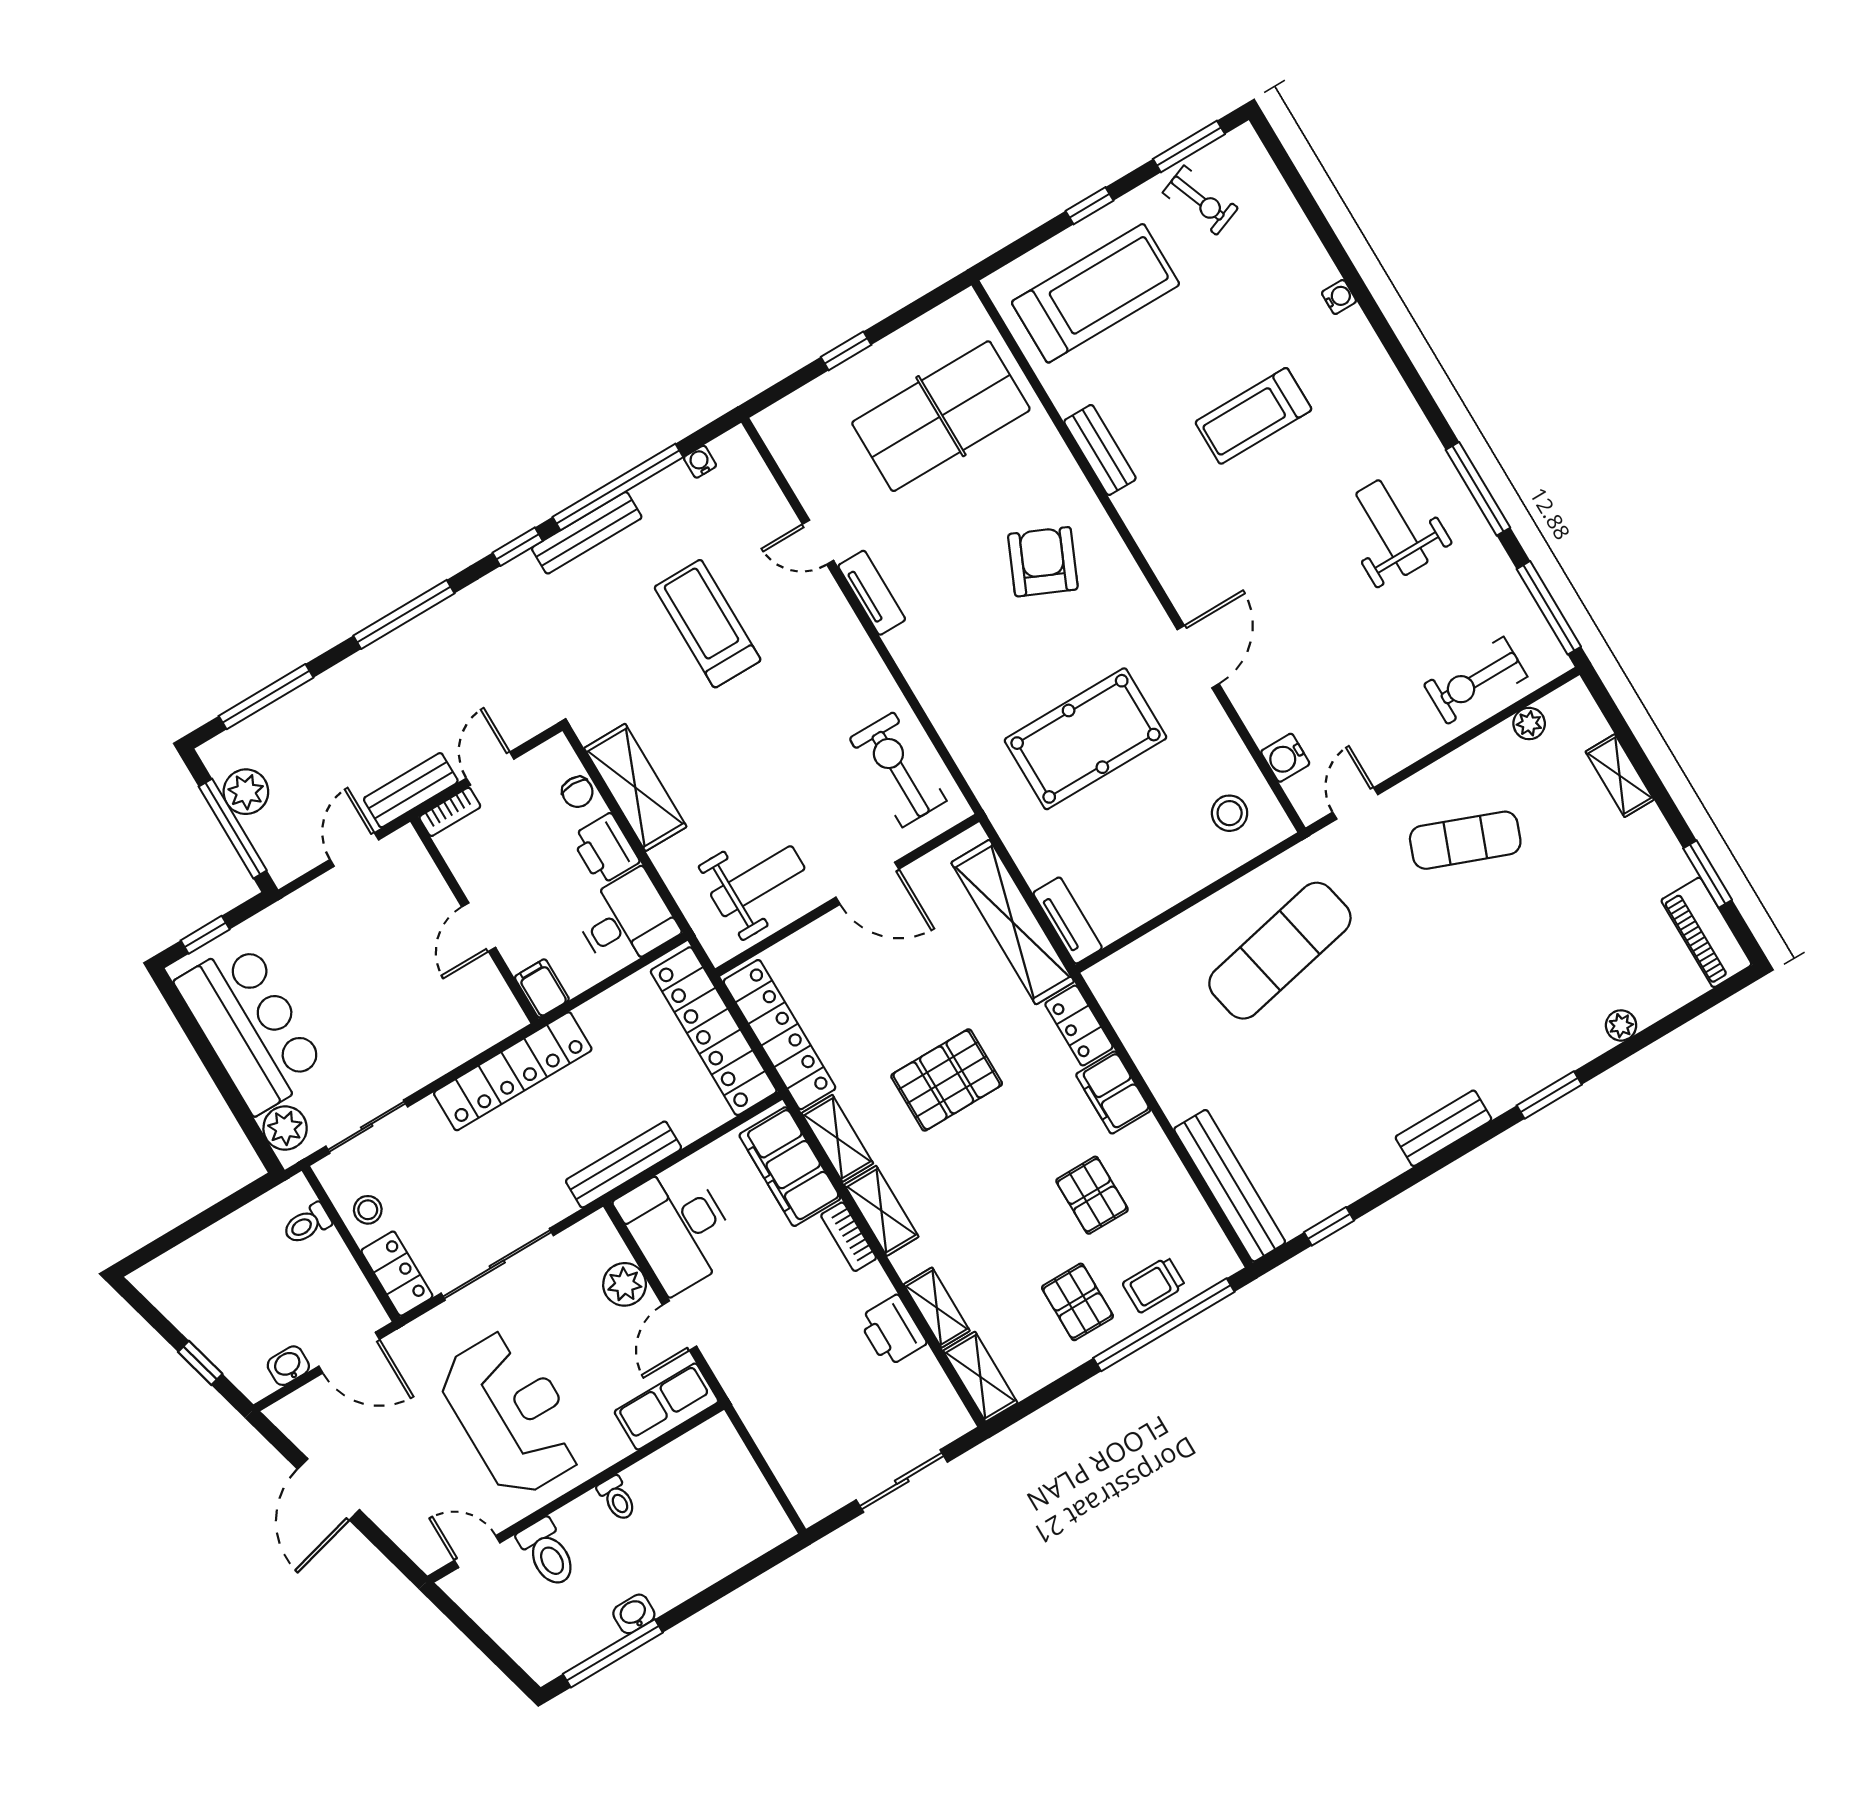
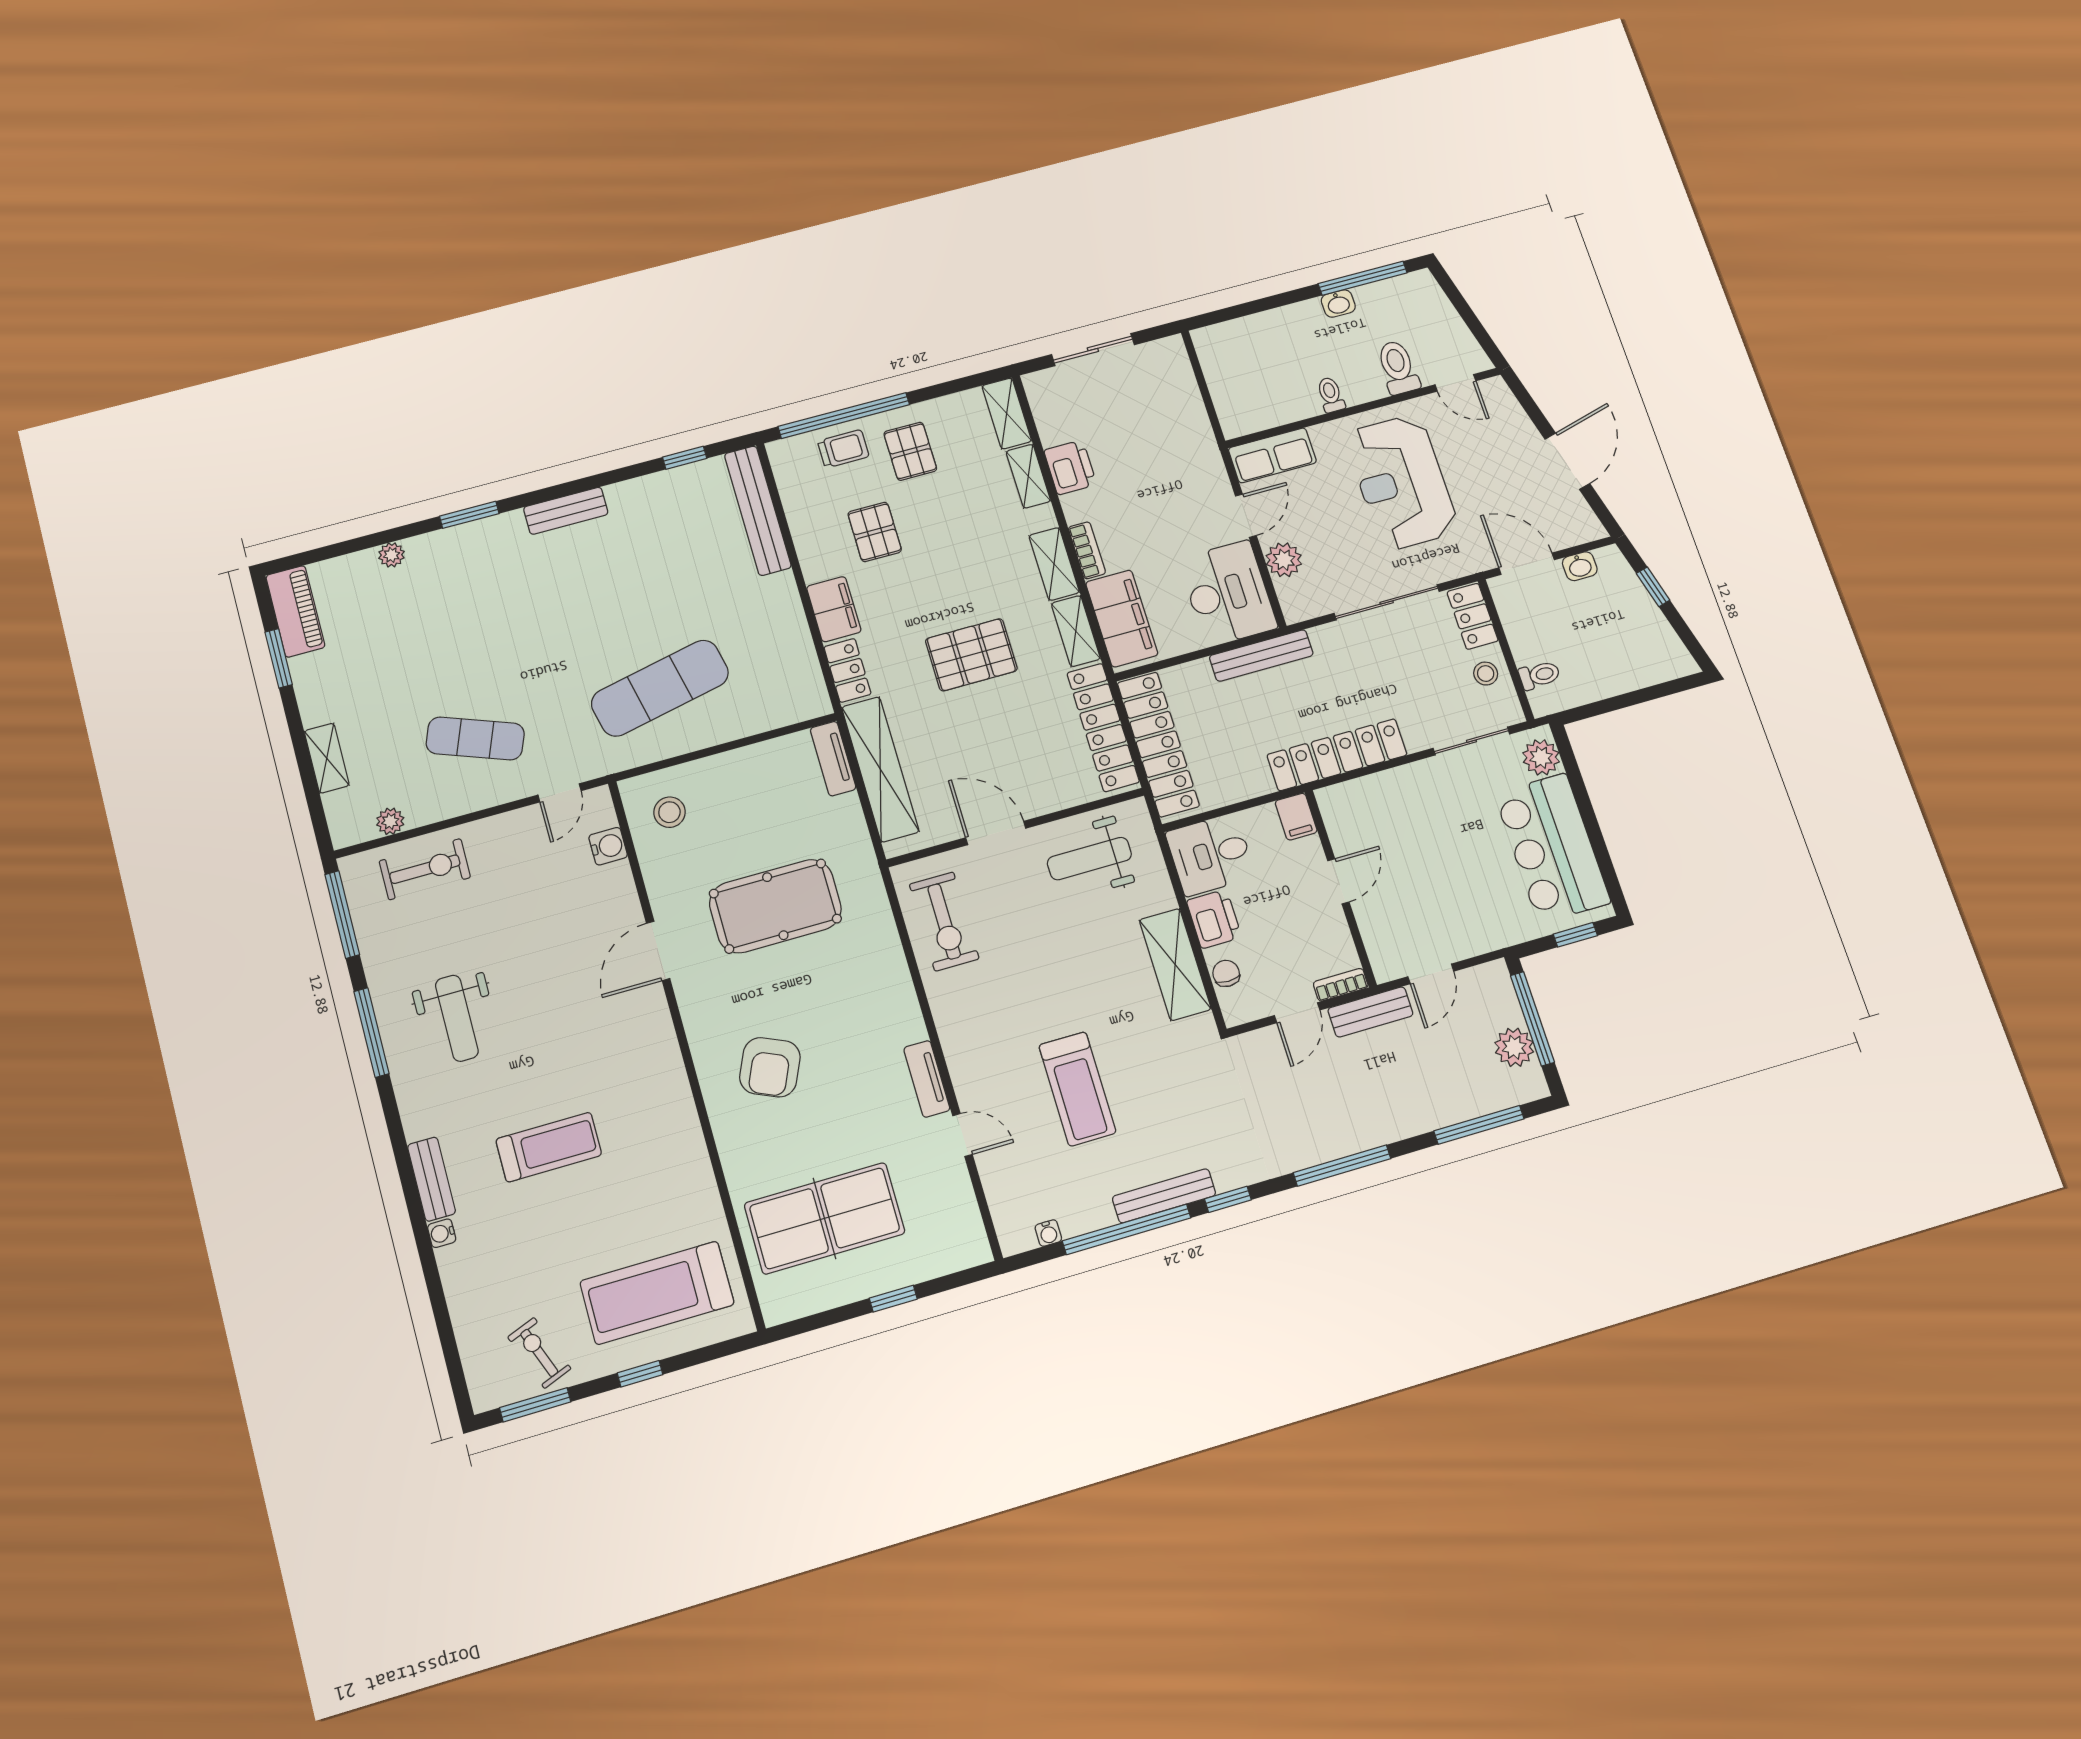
bench: (1100, 450) -> (432, 1179), moved

